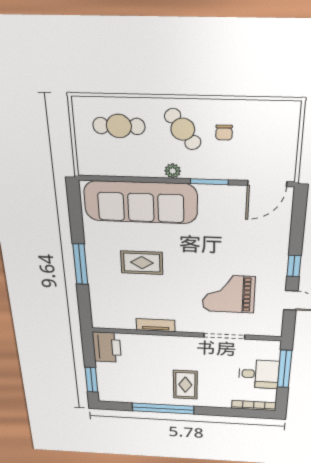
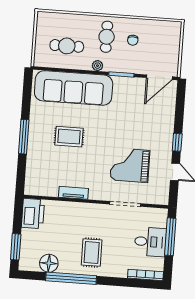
cafe table: (119, 126) -> (67, 46), moved
cafe table: (183, 129) -> (107, 37), turned 36
floor lamp: (134, 395) -> (49, 263), added

